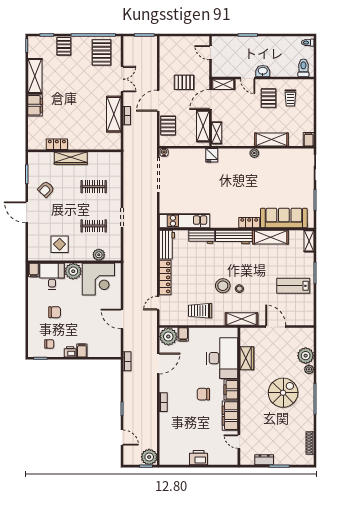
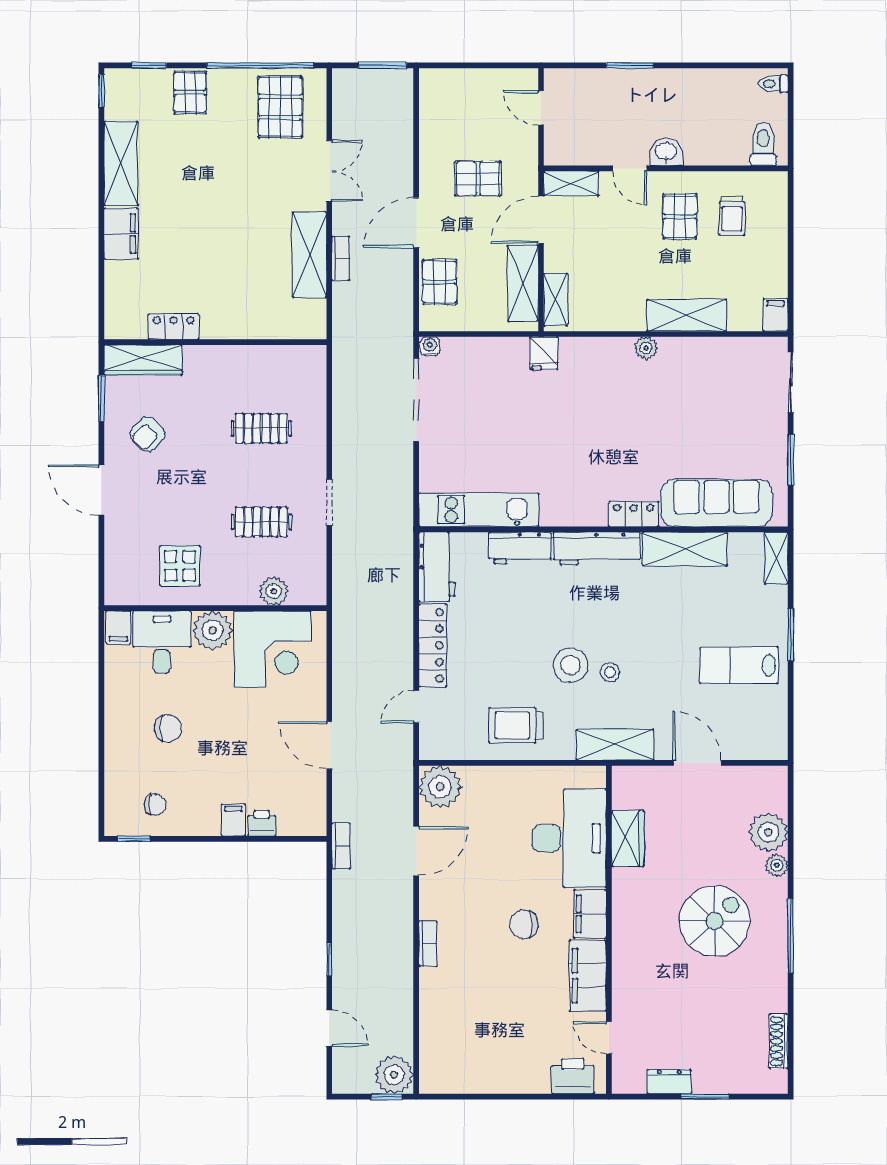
wardrobe: (71, 158) -> (143, 360), moved
filing cabinet: (183, 334) -> (475, 782), removed
printer: (70, 352) -> (262, 823), moved
printer: (199, 458) -> (573, 1076), moved

